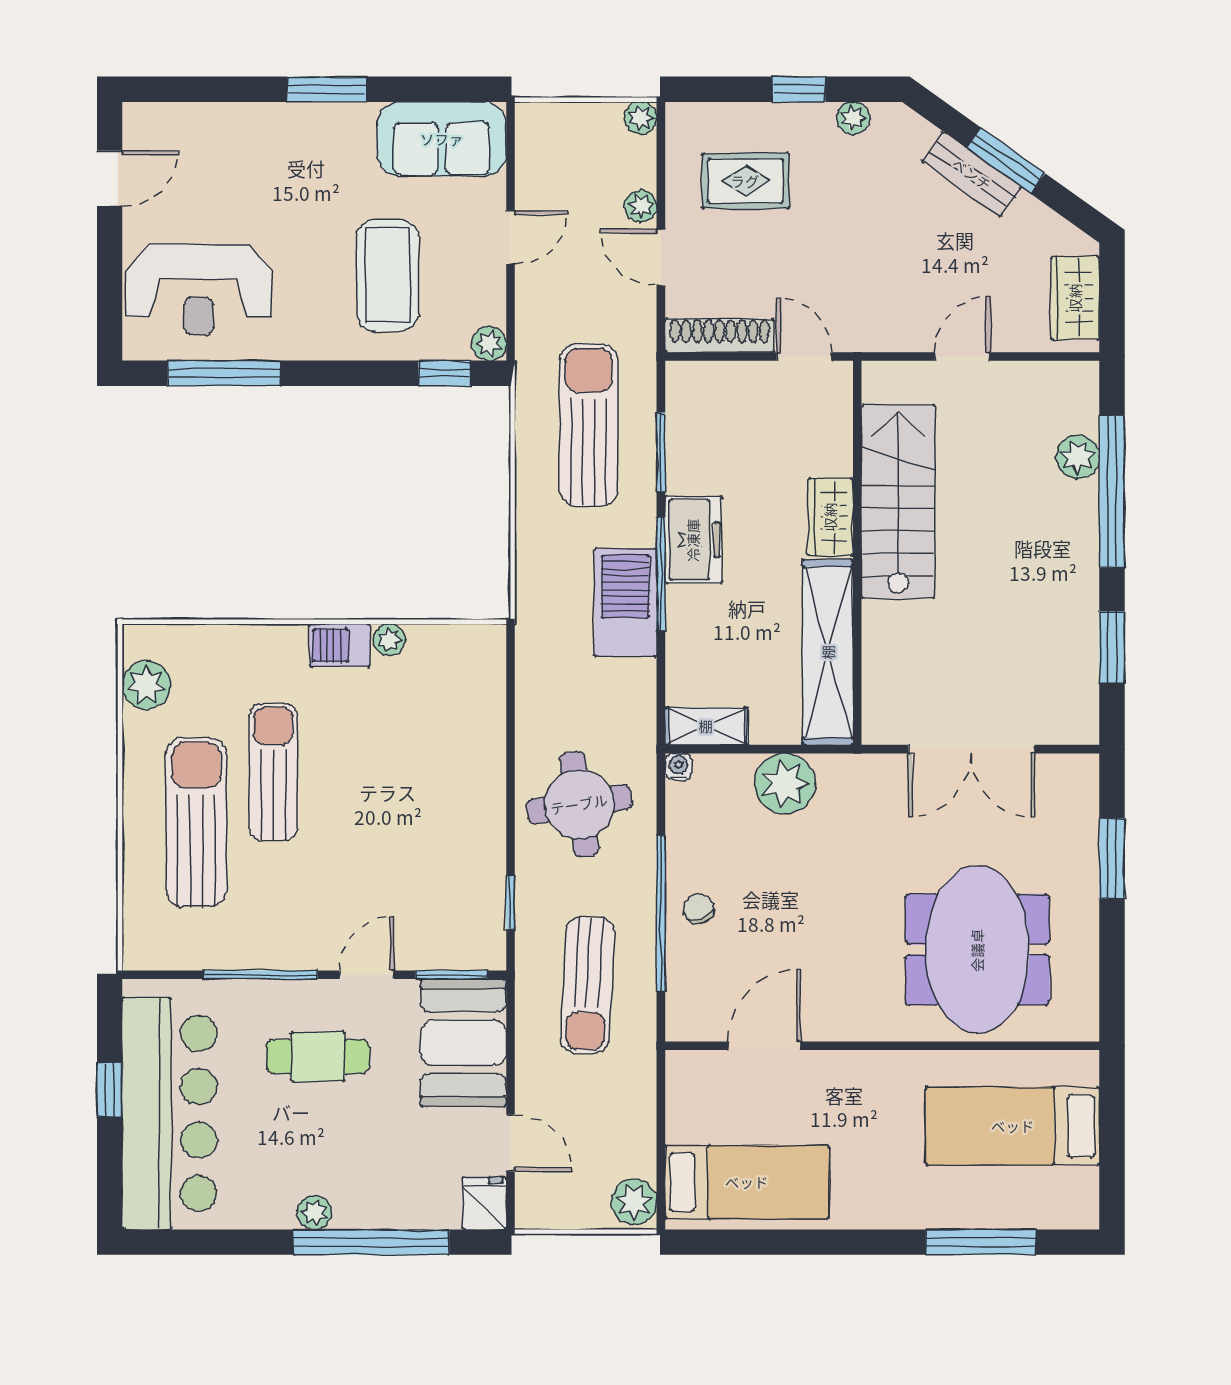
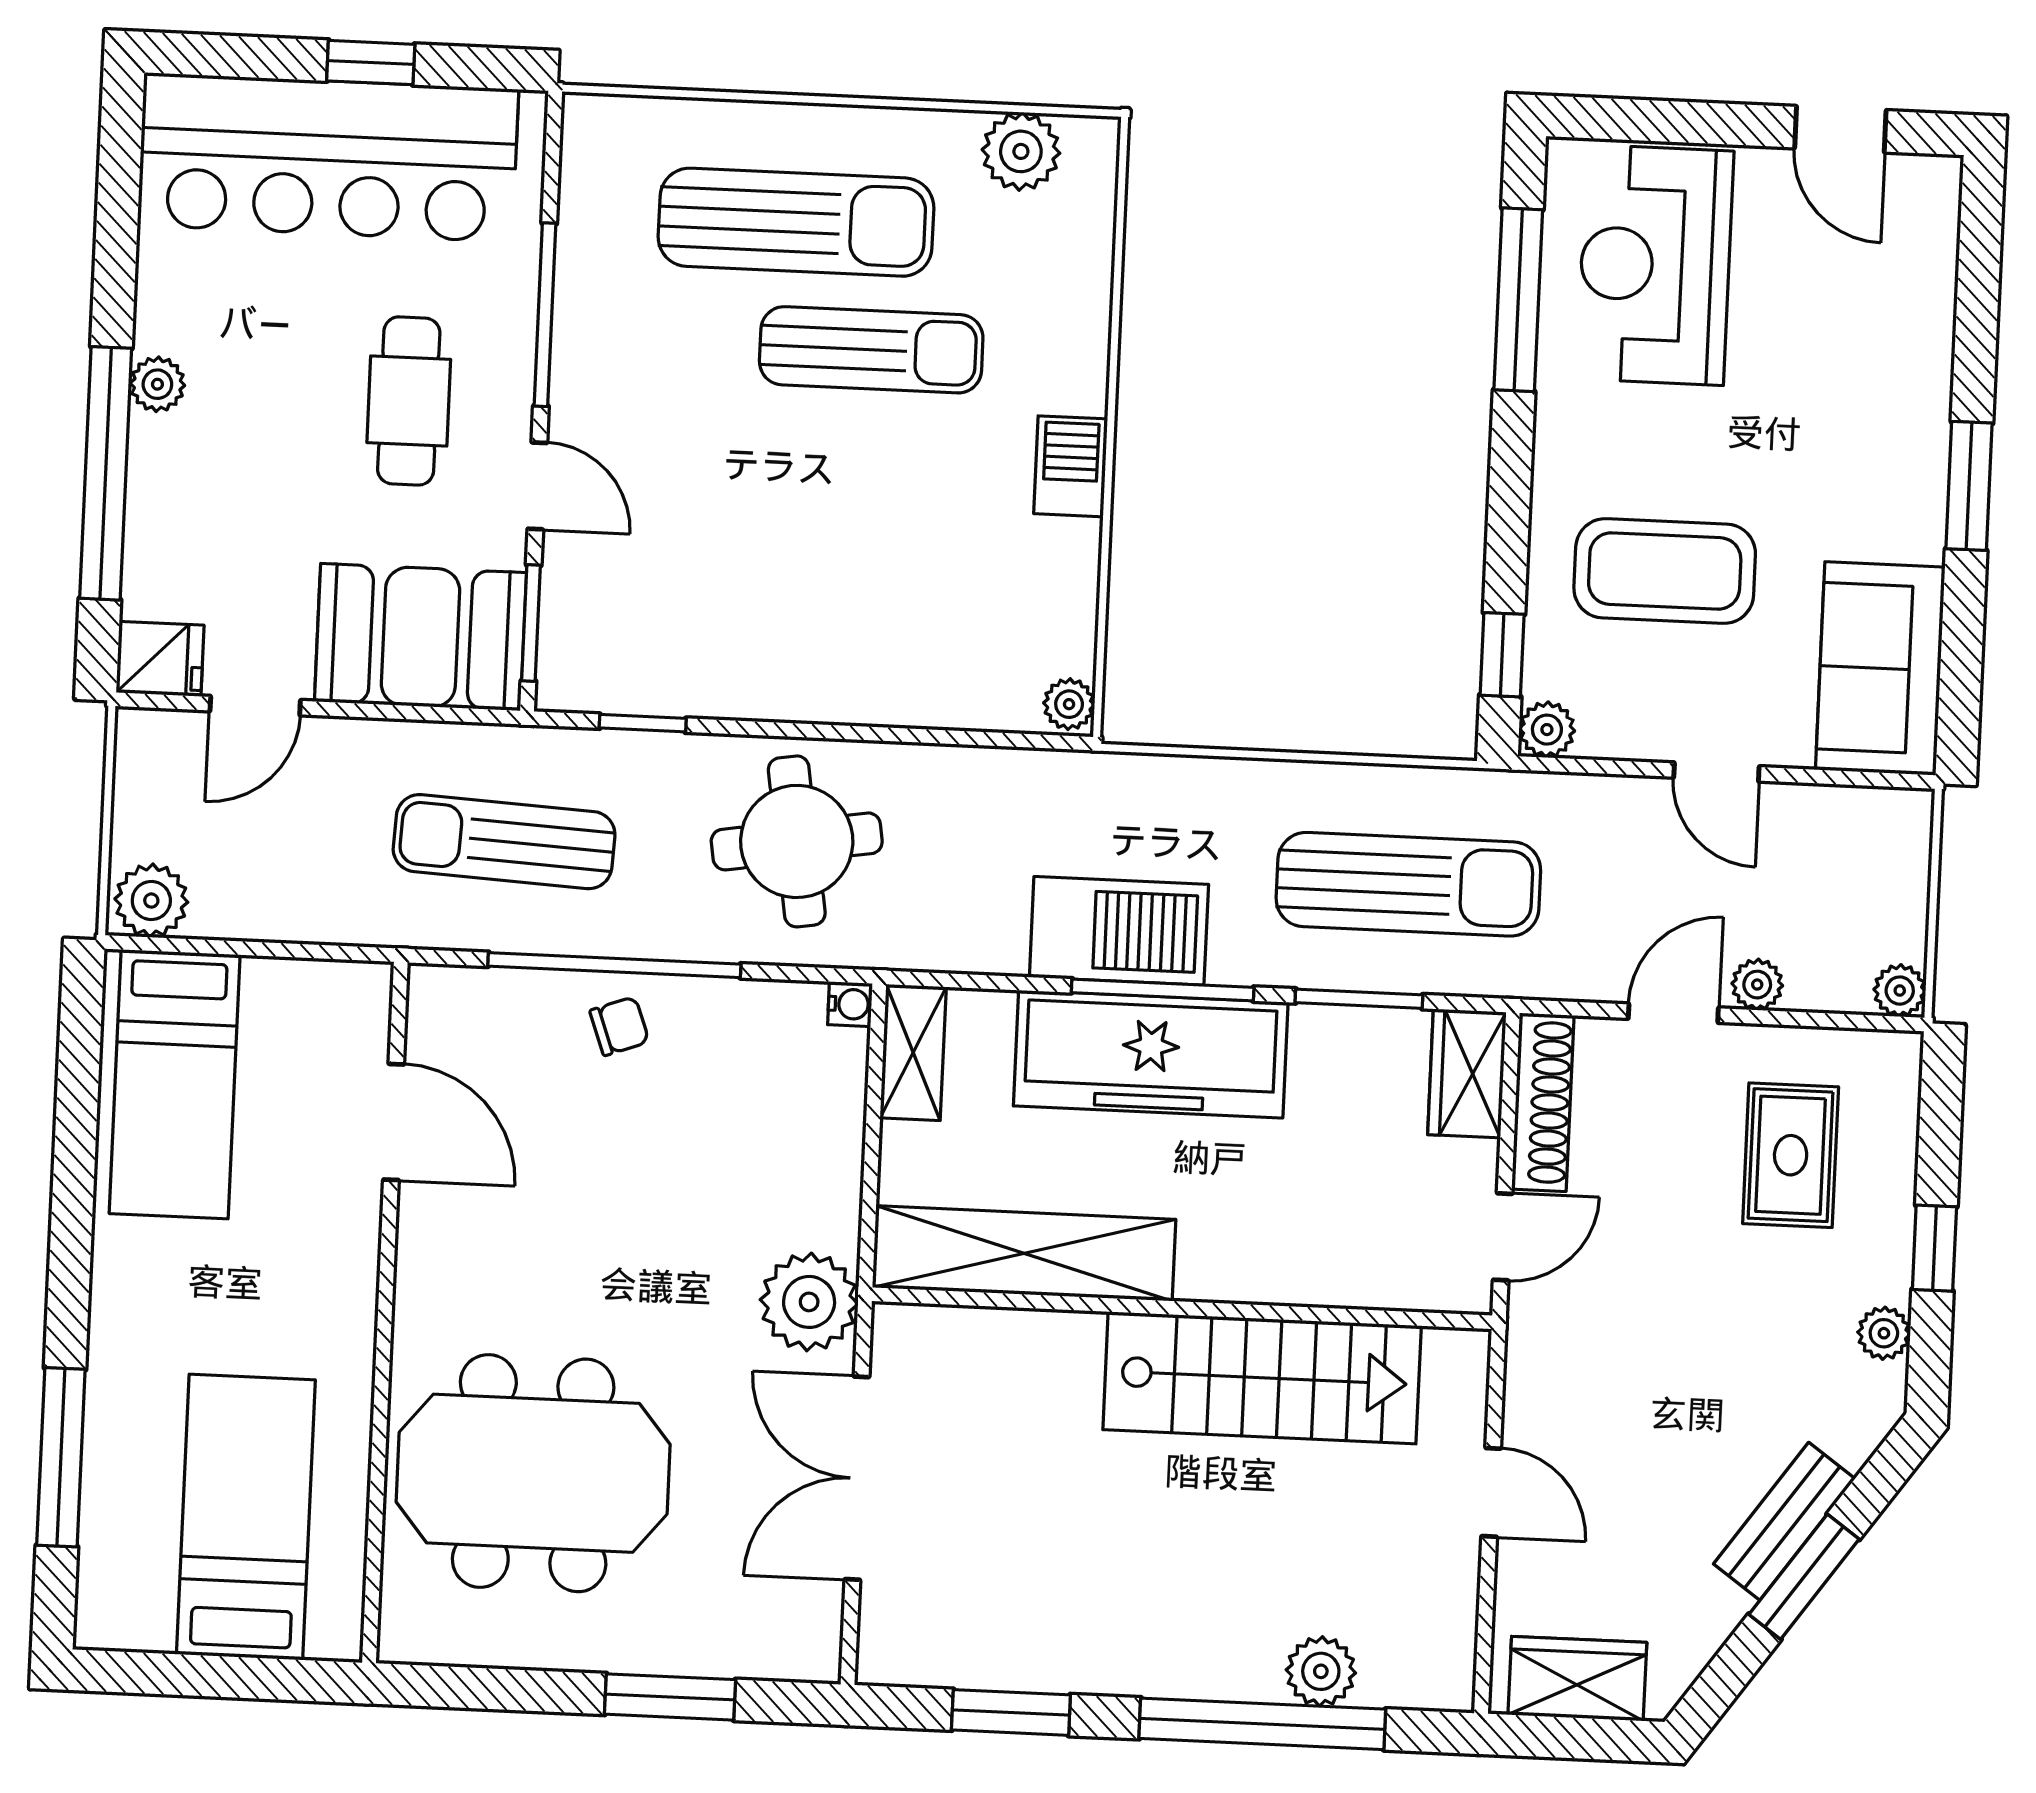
wardrobe: (830, 517) -> (1467, 1073), moved, turned -90
freezer: (693, 540) -> (1151, 1054), width x1.91, depth x1.26
plant: (389, 640) -> (1069, 704), moved
plant: (785, 784) -> (809, 1302), moved

